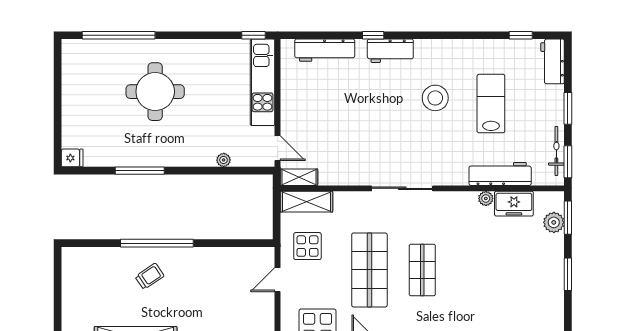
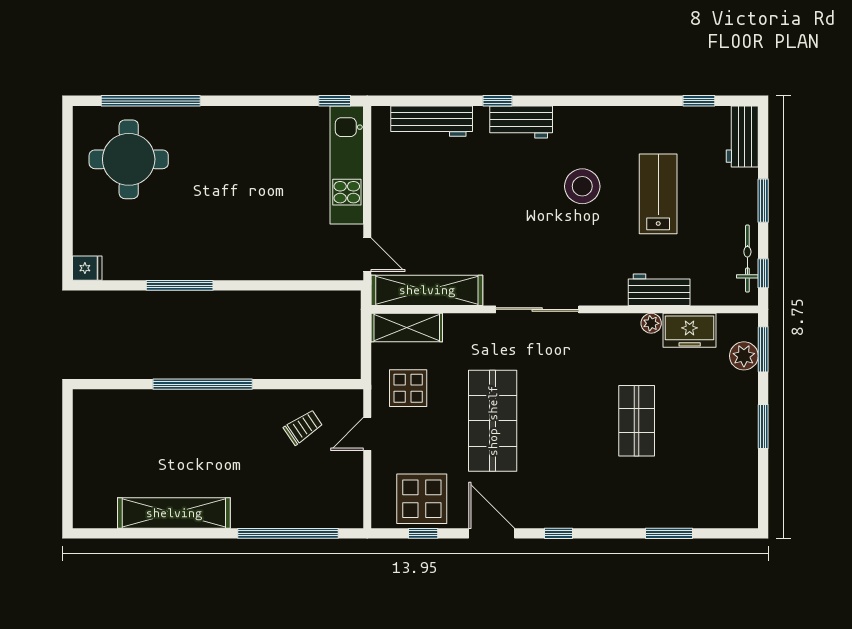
round table: (155, 92) -> (129, 159), moved
plant: (224, 160) -> (294, 271), removed
window: (568, 162) -> (763, 273), width x0.67
workbench: (500, 174) -> (659, 290), width x0.73
shelving: (299, 177) -> (427, 290), width x2.20, depth x1.33
shop shelf: (422, 270) -> (637, 421), moved
trolley: (150, 276) -> (303, 427), moved

